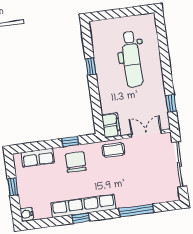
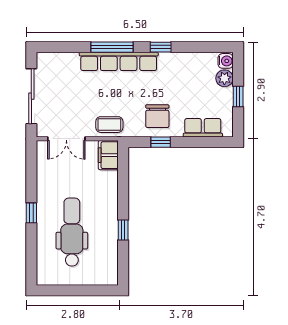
window: (171, 104) -> (31, 213), moved
plant: (26, 200) -> (224, 78), added
row of seats: (83, 206) -> (119, 61), moved
window: (136, 210) -> (112, 47), moved

